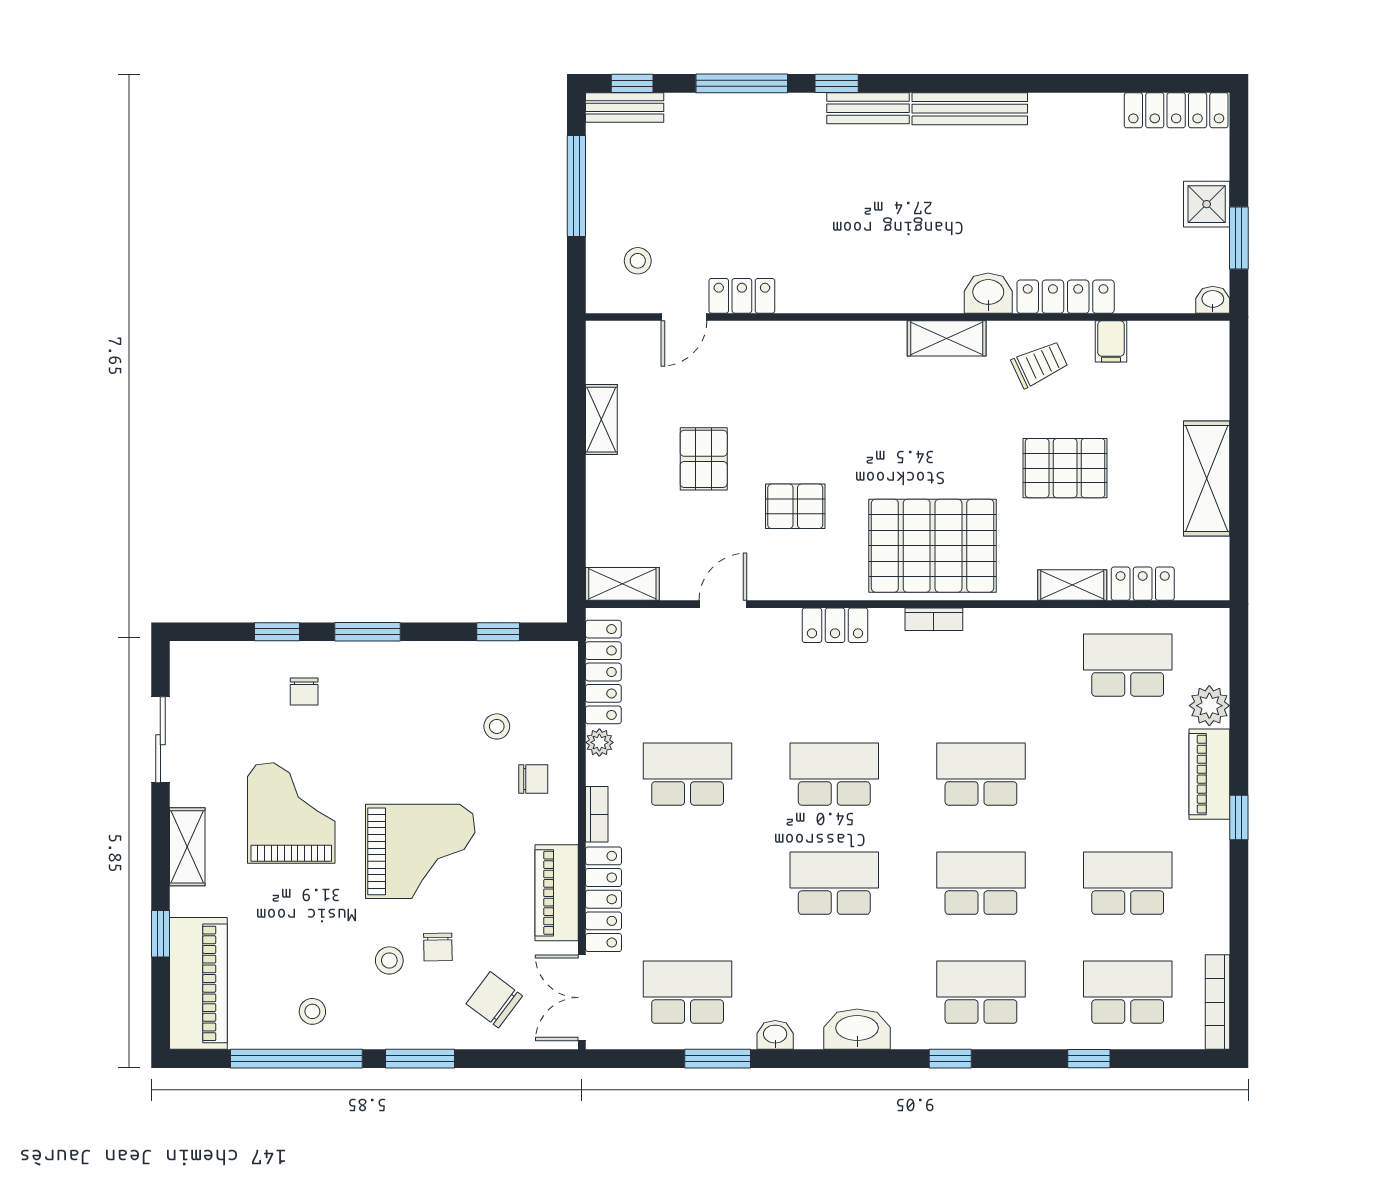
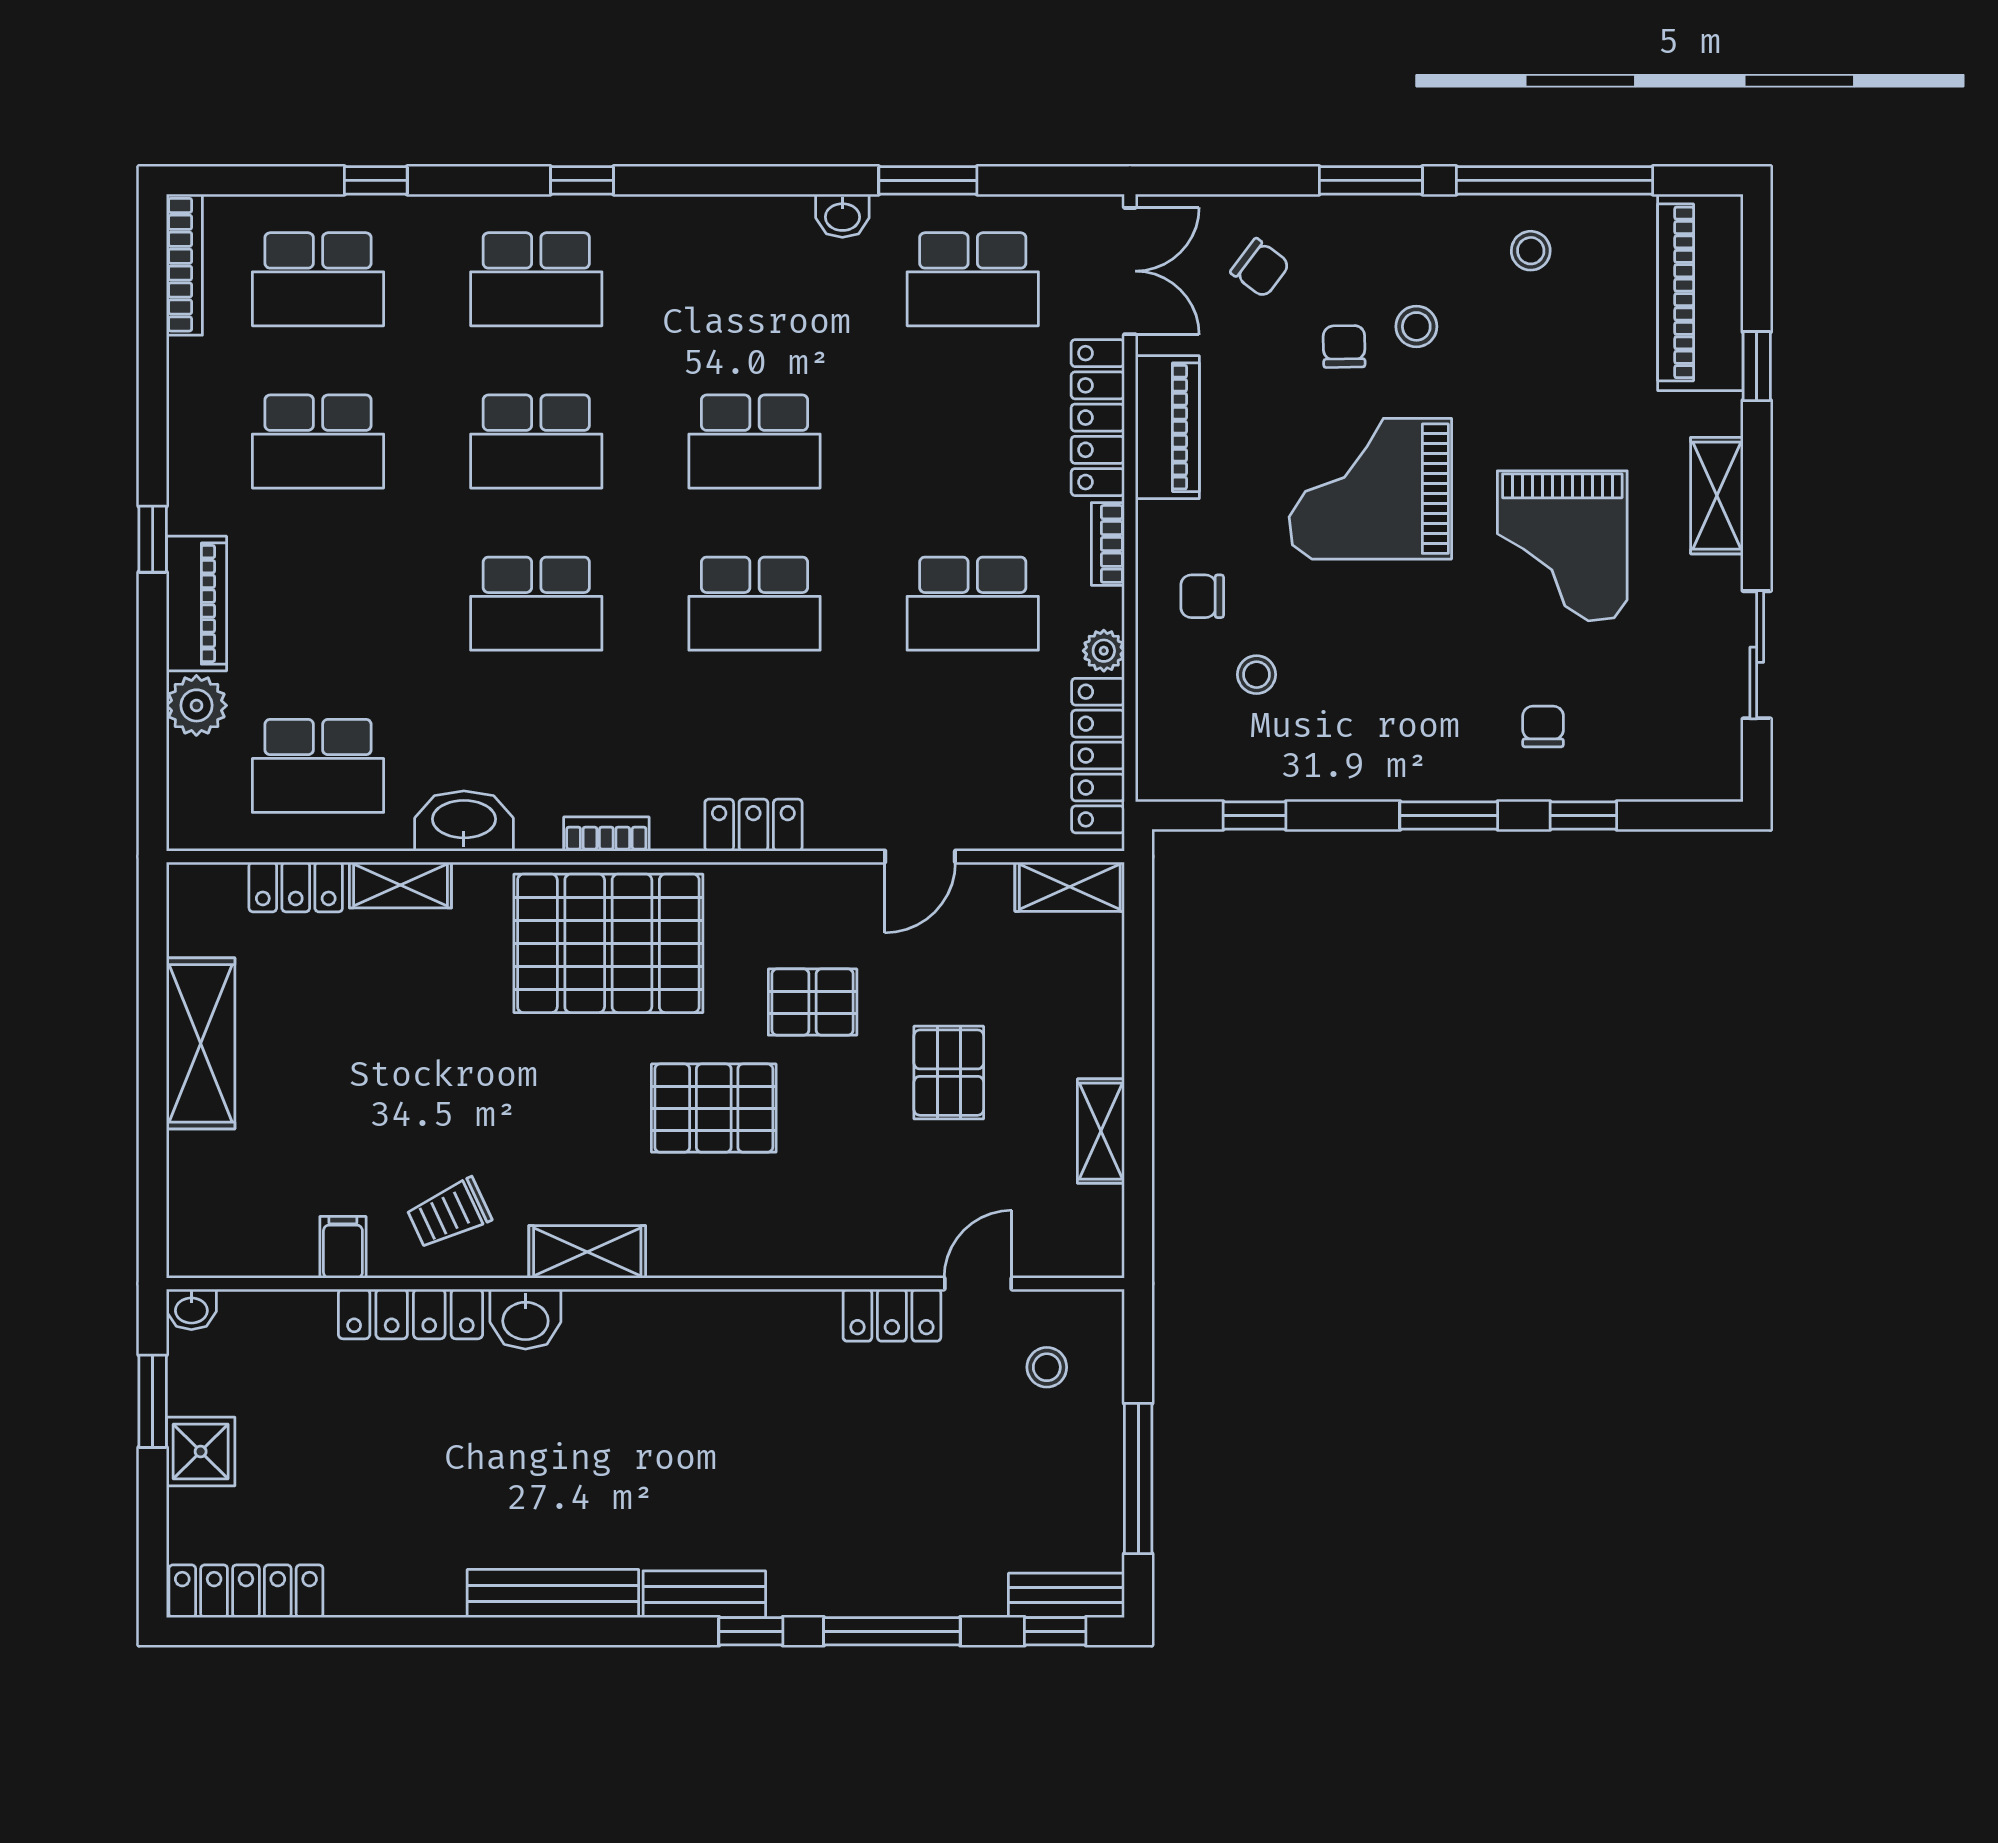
pallet: (1065, 468) -> (714, 1108), moved
chair: (494, 1000) -> (1260, 268), width x0.73, depth x0.73
washbasin: (857, 1029) -> (464, 821), moved, turned 180

